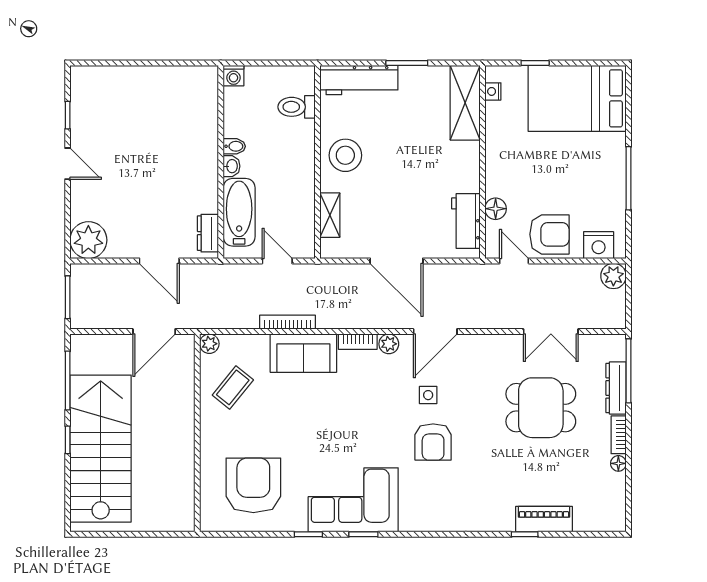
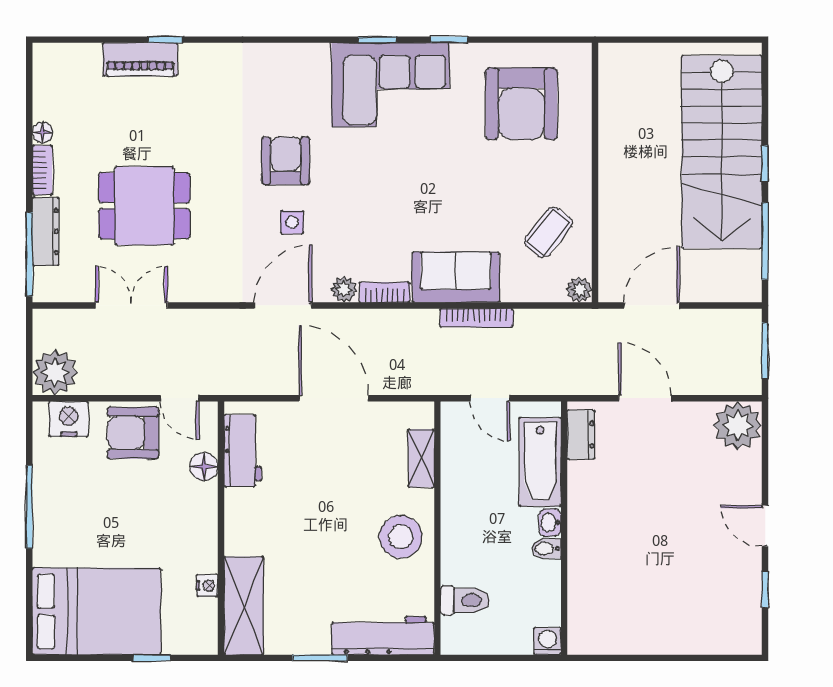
nightstand: (493, 91) -> (207, 585), moved
plant: (613, 276) -> (55, 372), width x1.36, depth x1.36

